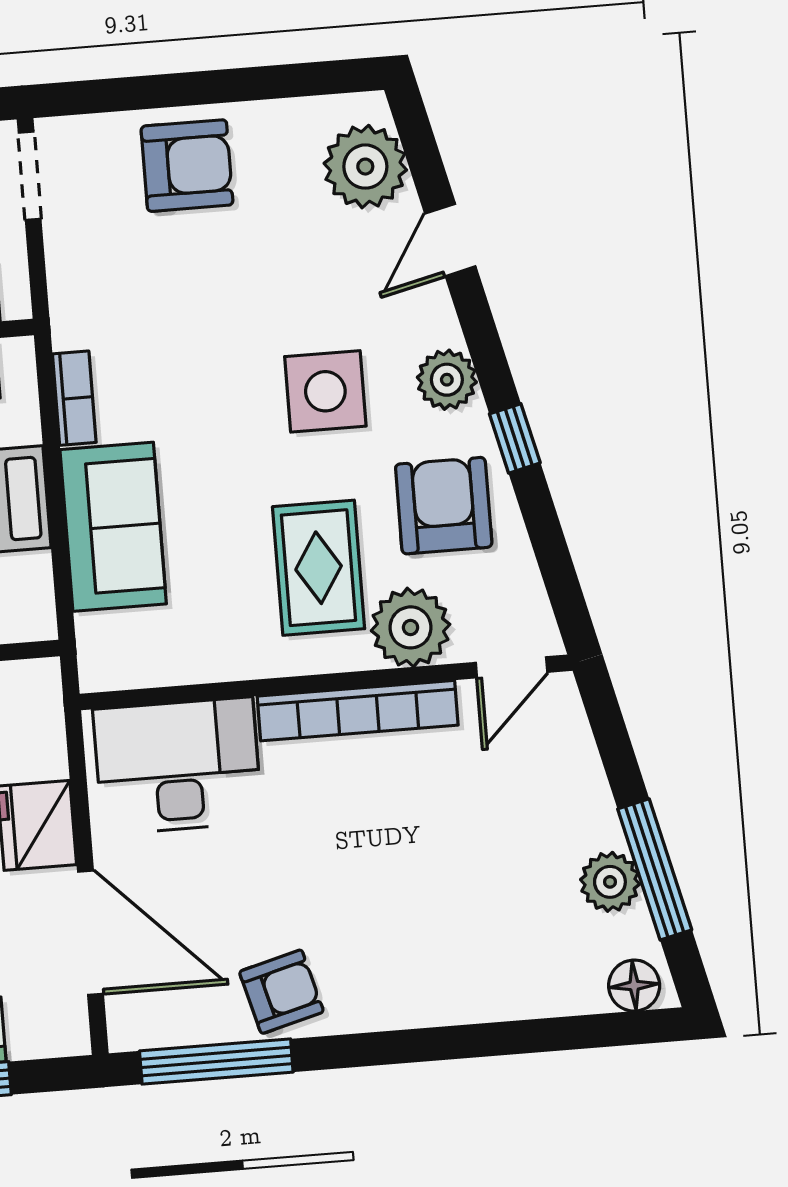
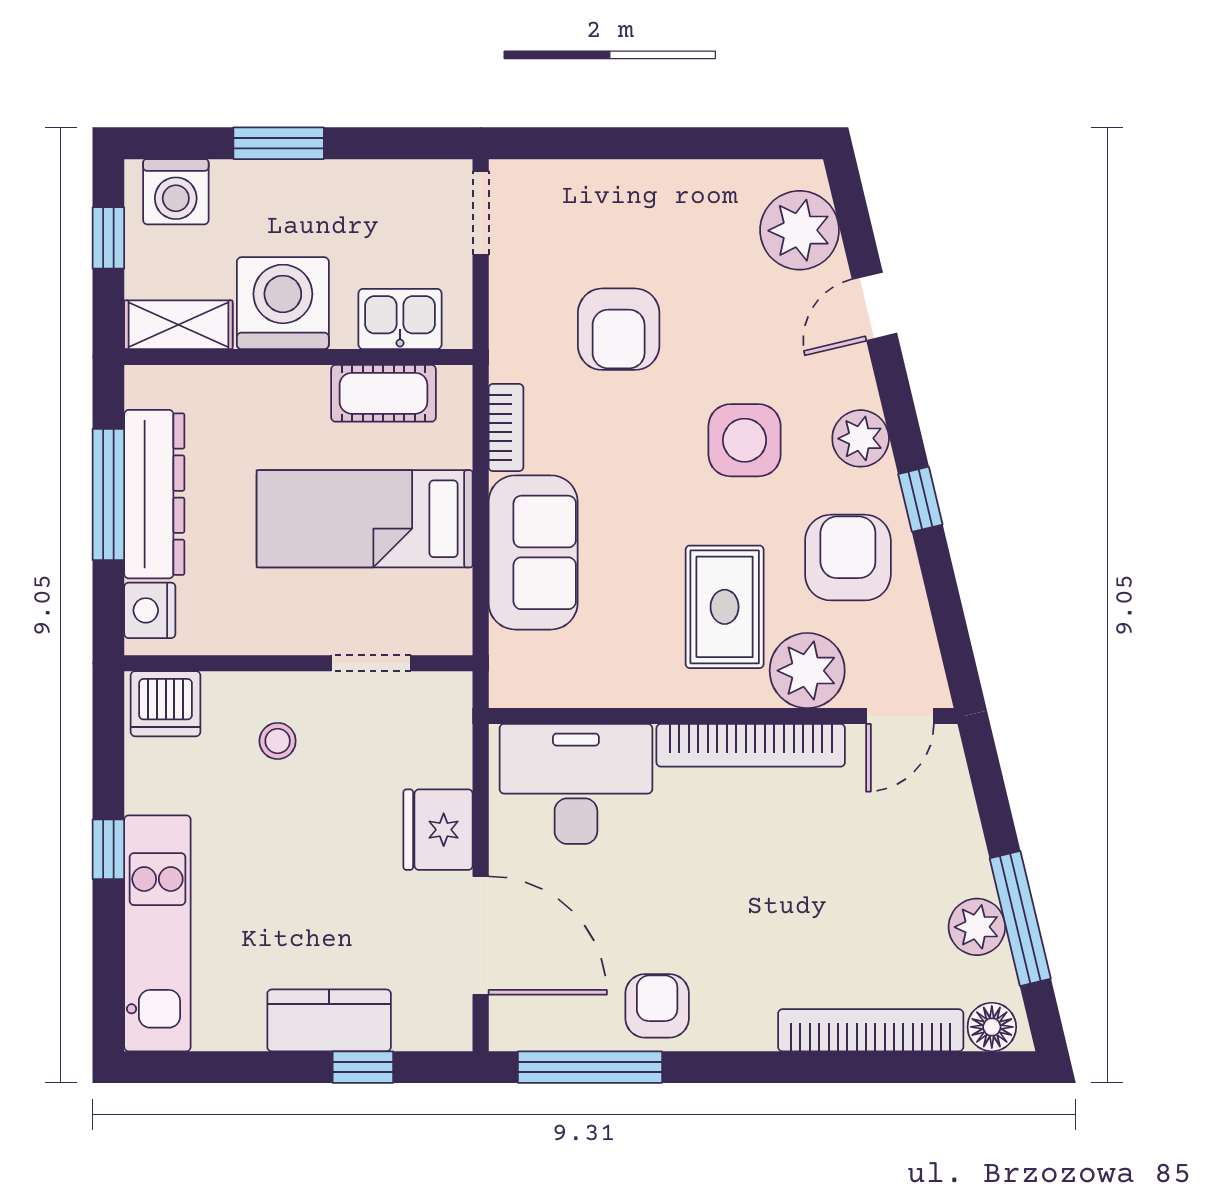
armchair: (187, 166) -> (619, 329), moved, turned 90
armchair: (281, 992) -> (657, 1006), turned -75
bookcase: (507, 999) -> (871, 1030), added

